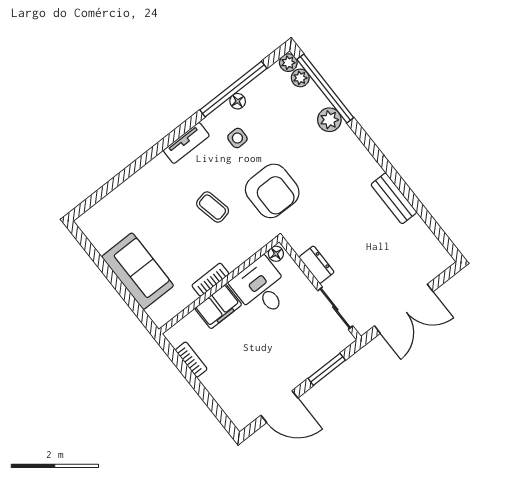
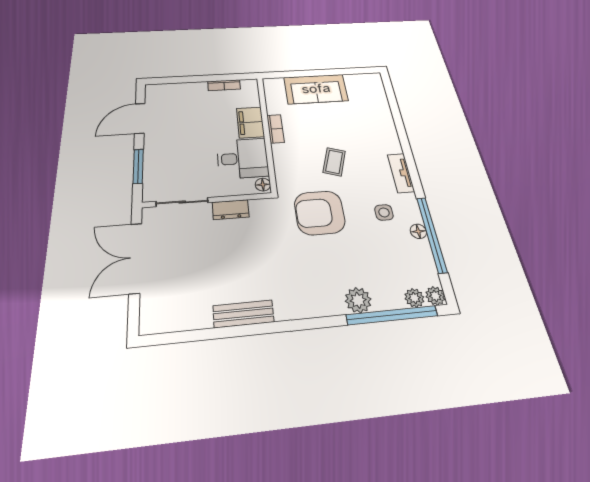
coffee table: (213, 207) -> (334, 162), turned -60

